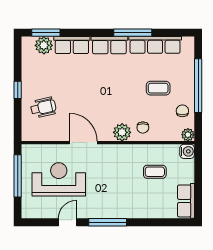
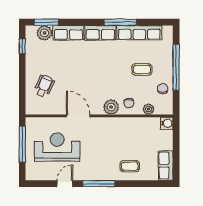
window: (18, 90) -> (22, 46), moved
wheelchair: (43, 108) -> (44, 86), turned -53
plant: (188, 135) -> (149, 109), moved
coffee table: (155, 172) -> (130, 166), moved

